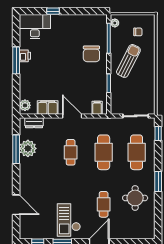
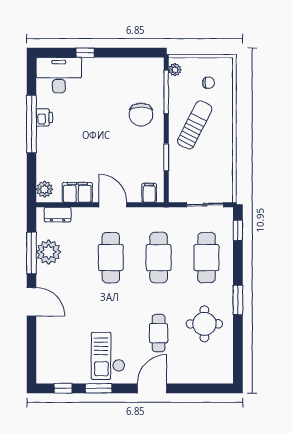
window: (16, 60) -> (31, 124), width x1.46
cafe table: (71, 152) -> (111, 258), width x1.37, depth x1.35
door: (16, 205) -> (31, 302), moved

